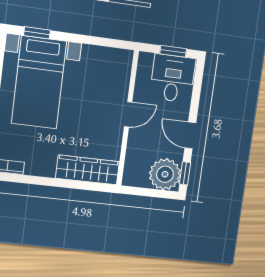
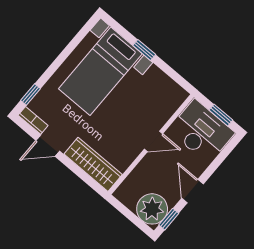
window: (37, 33) -> (144, 50), moved
desk: (173, 78) -> (202, 131), width x1.37
door: (36, 180) -> (48, 146), added

